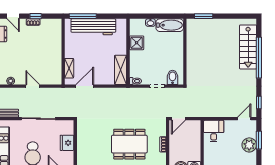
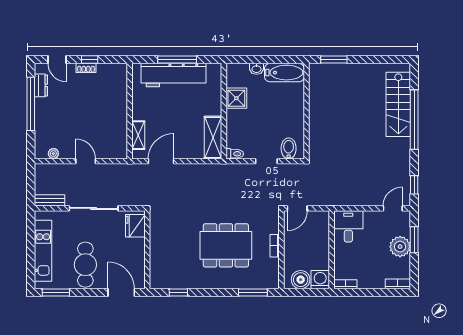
window: (83, 16) -> (177, 60), moved
fridge: (67, 143) -> (135, 226), moved

